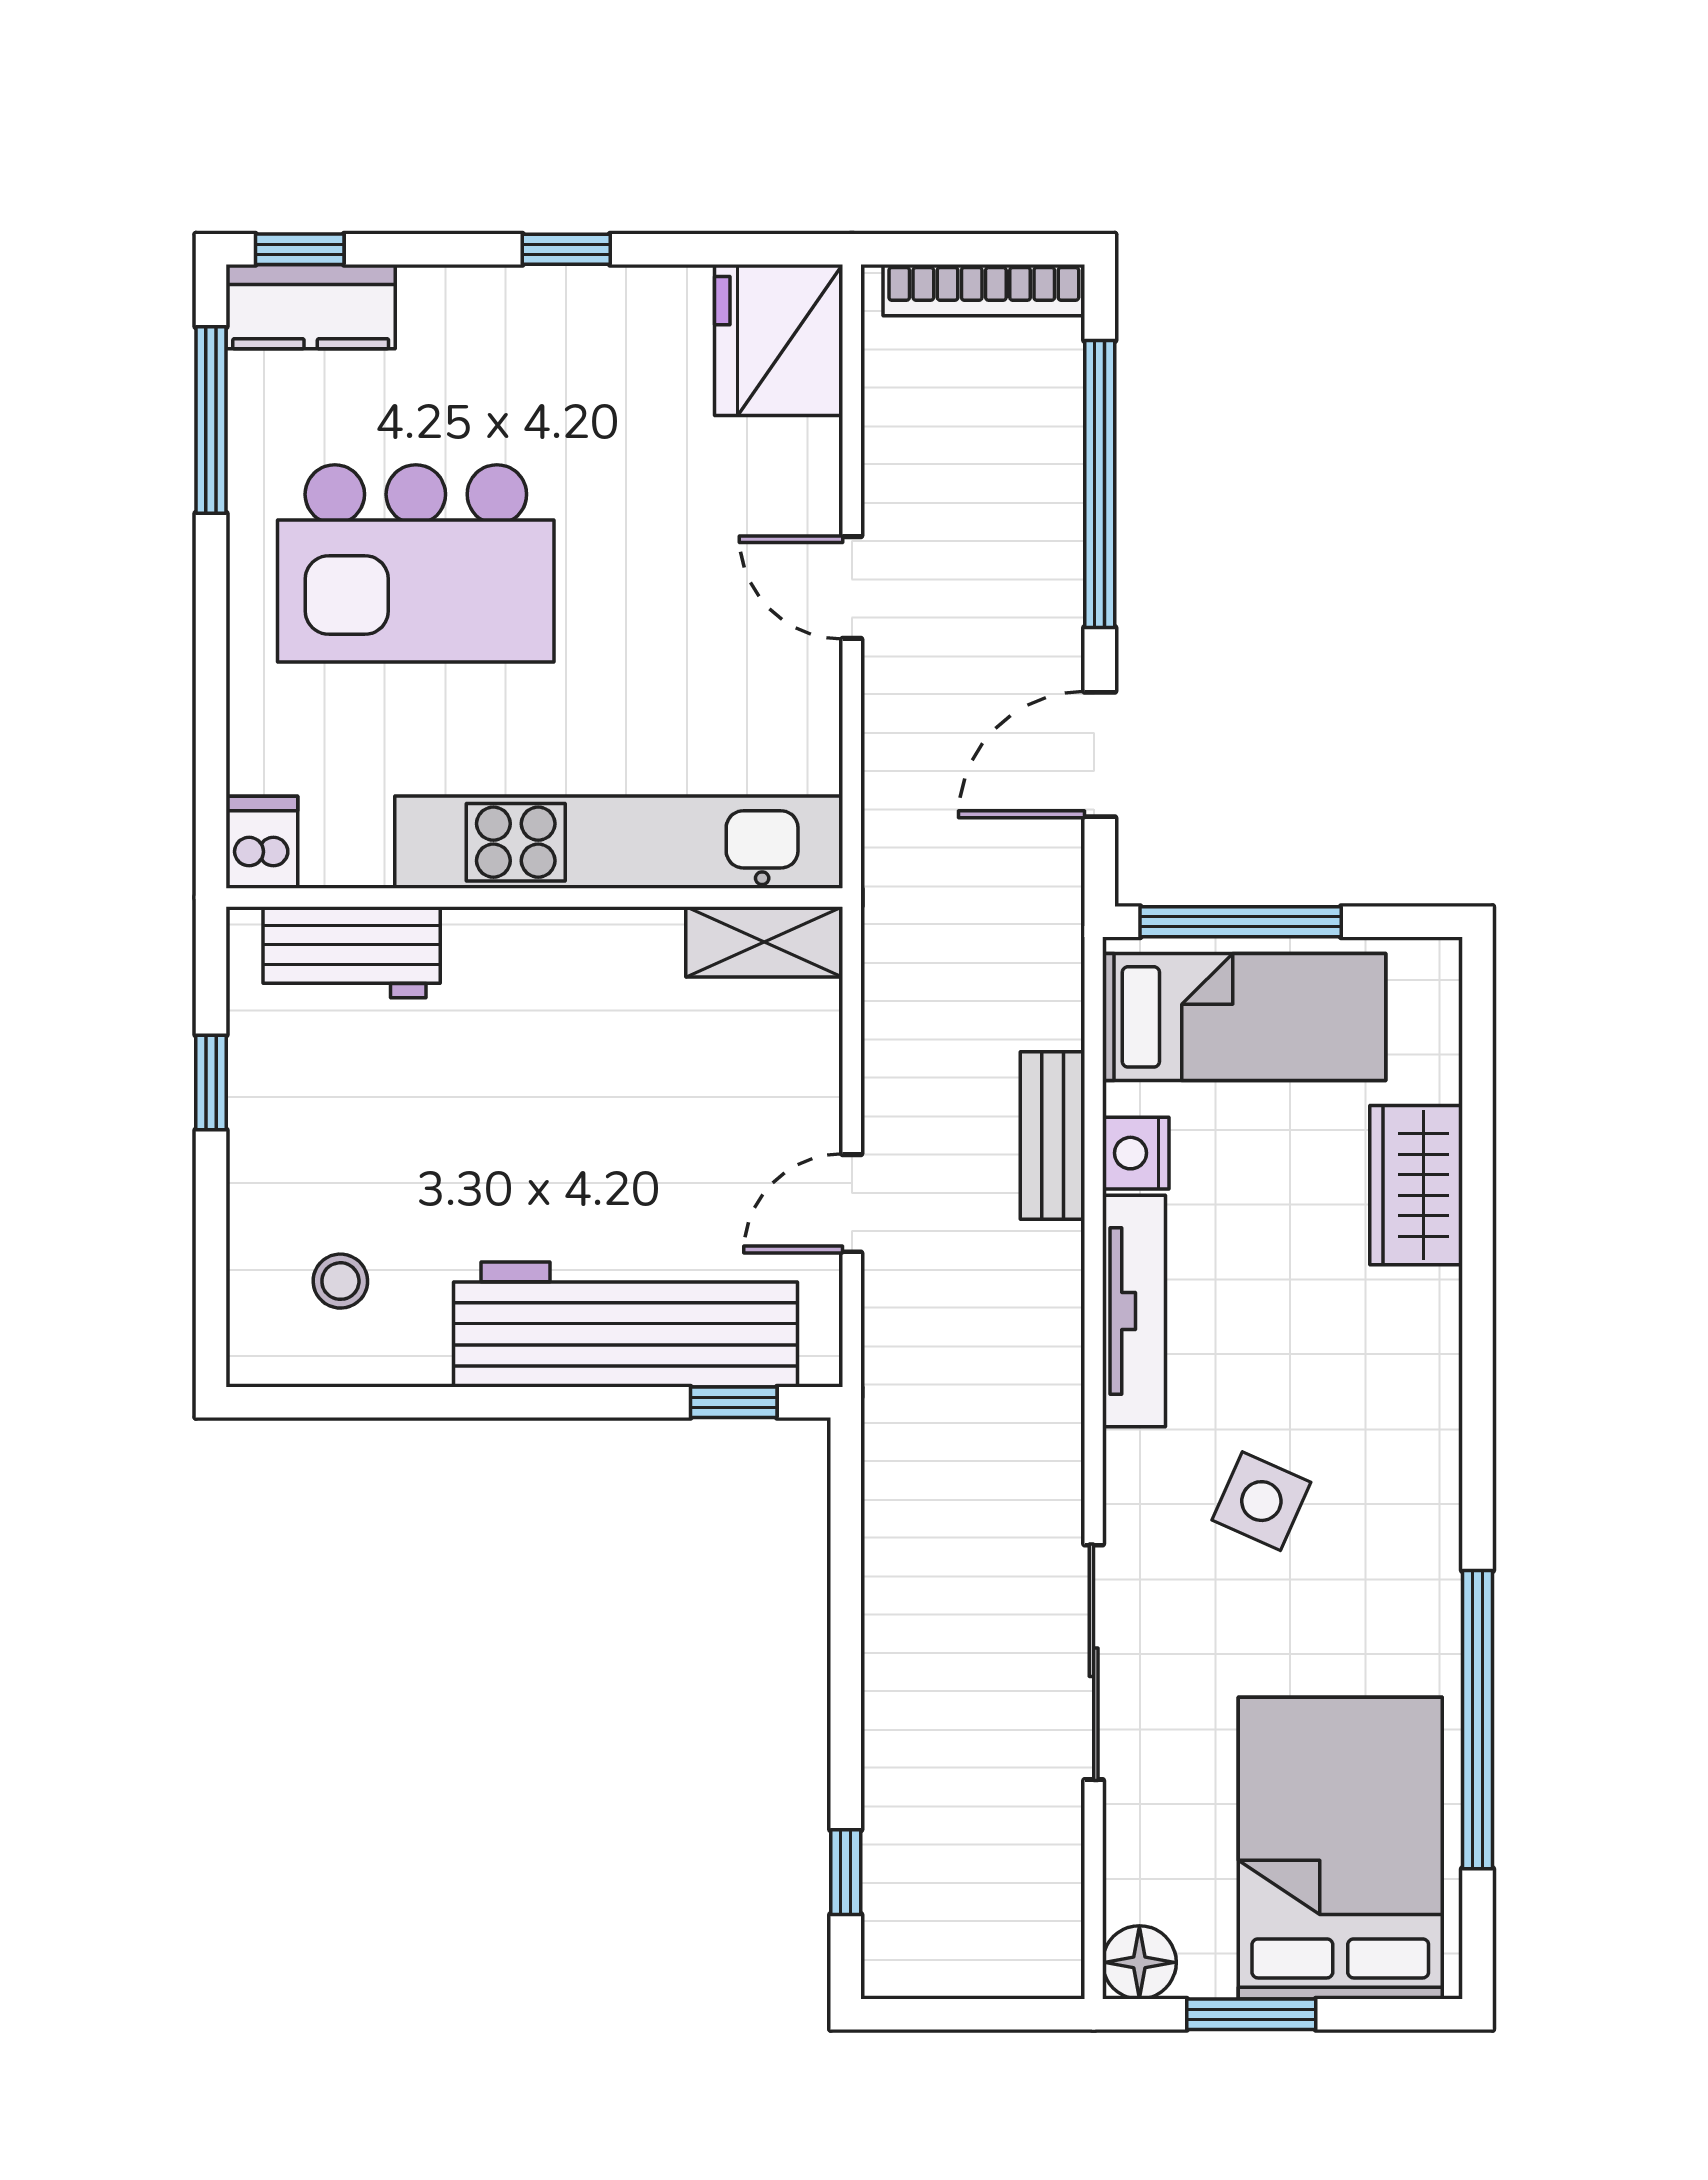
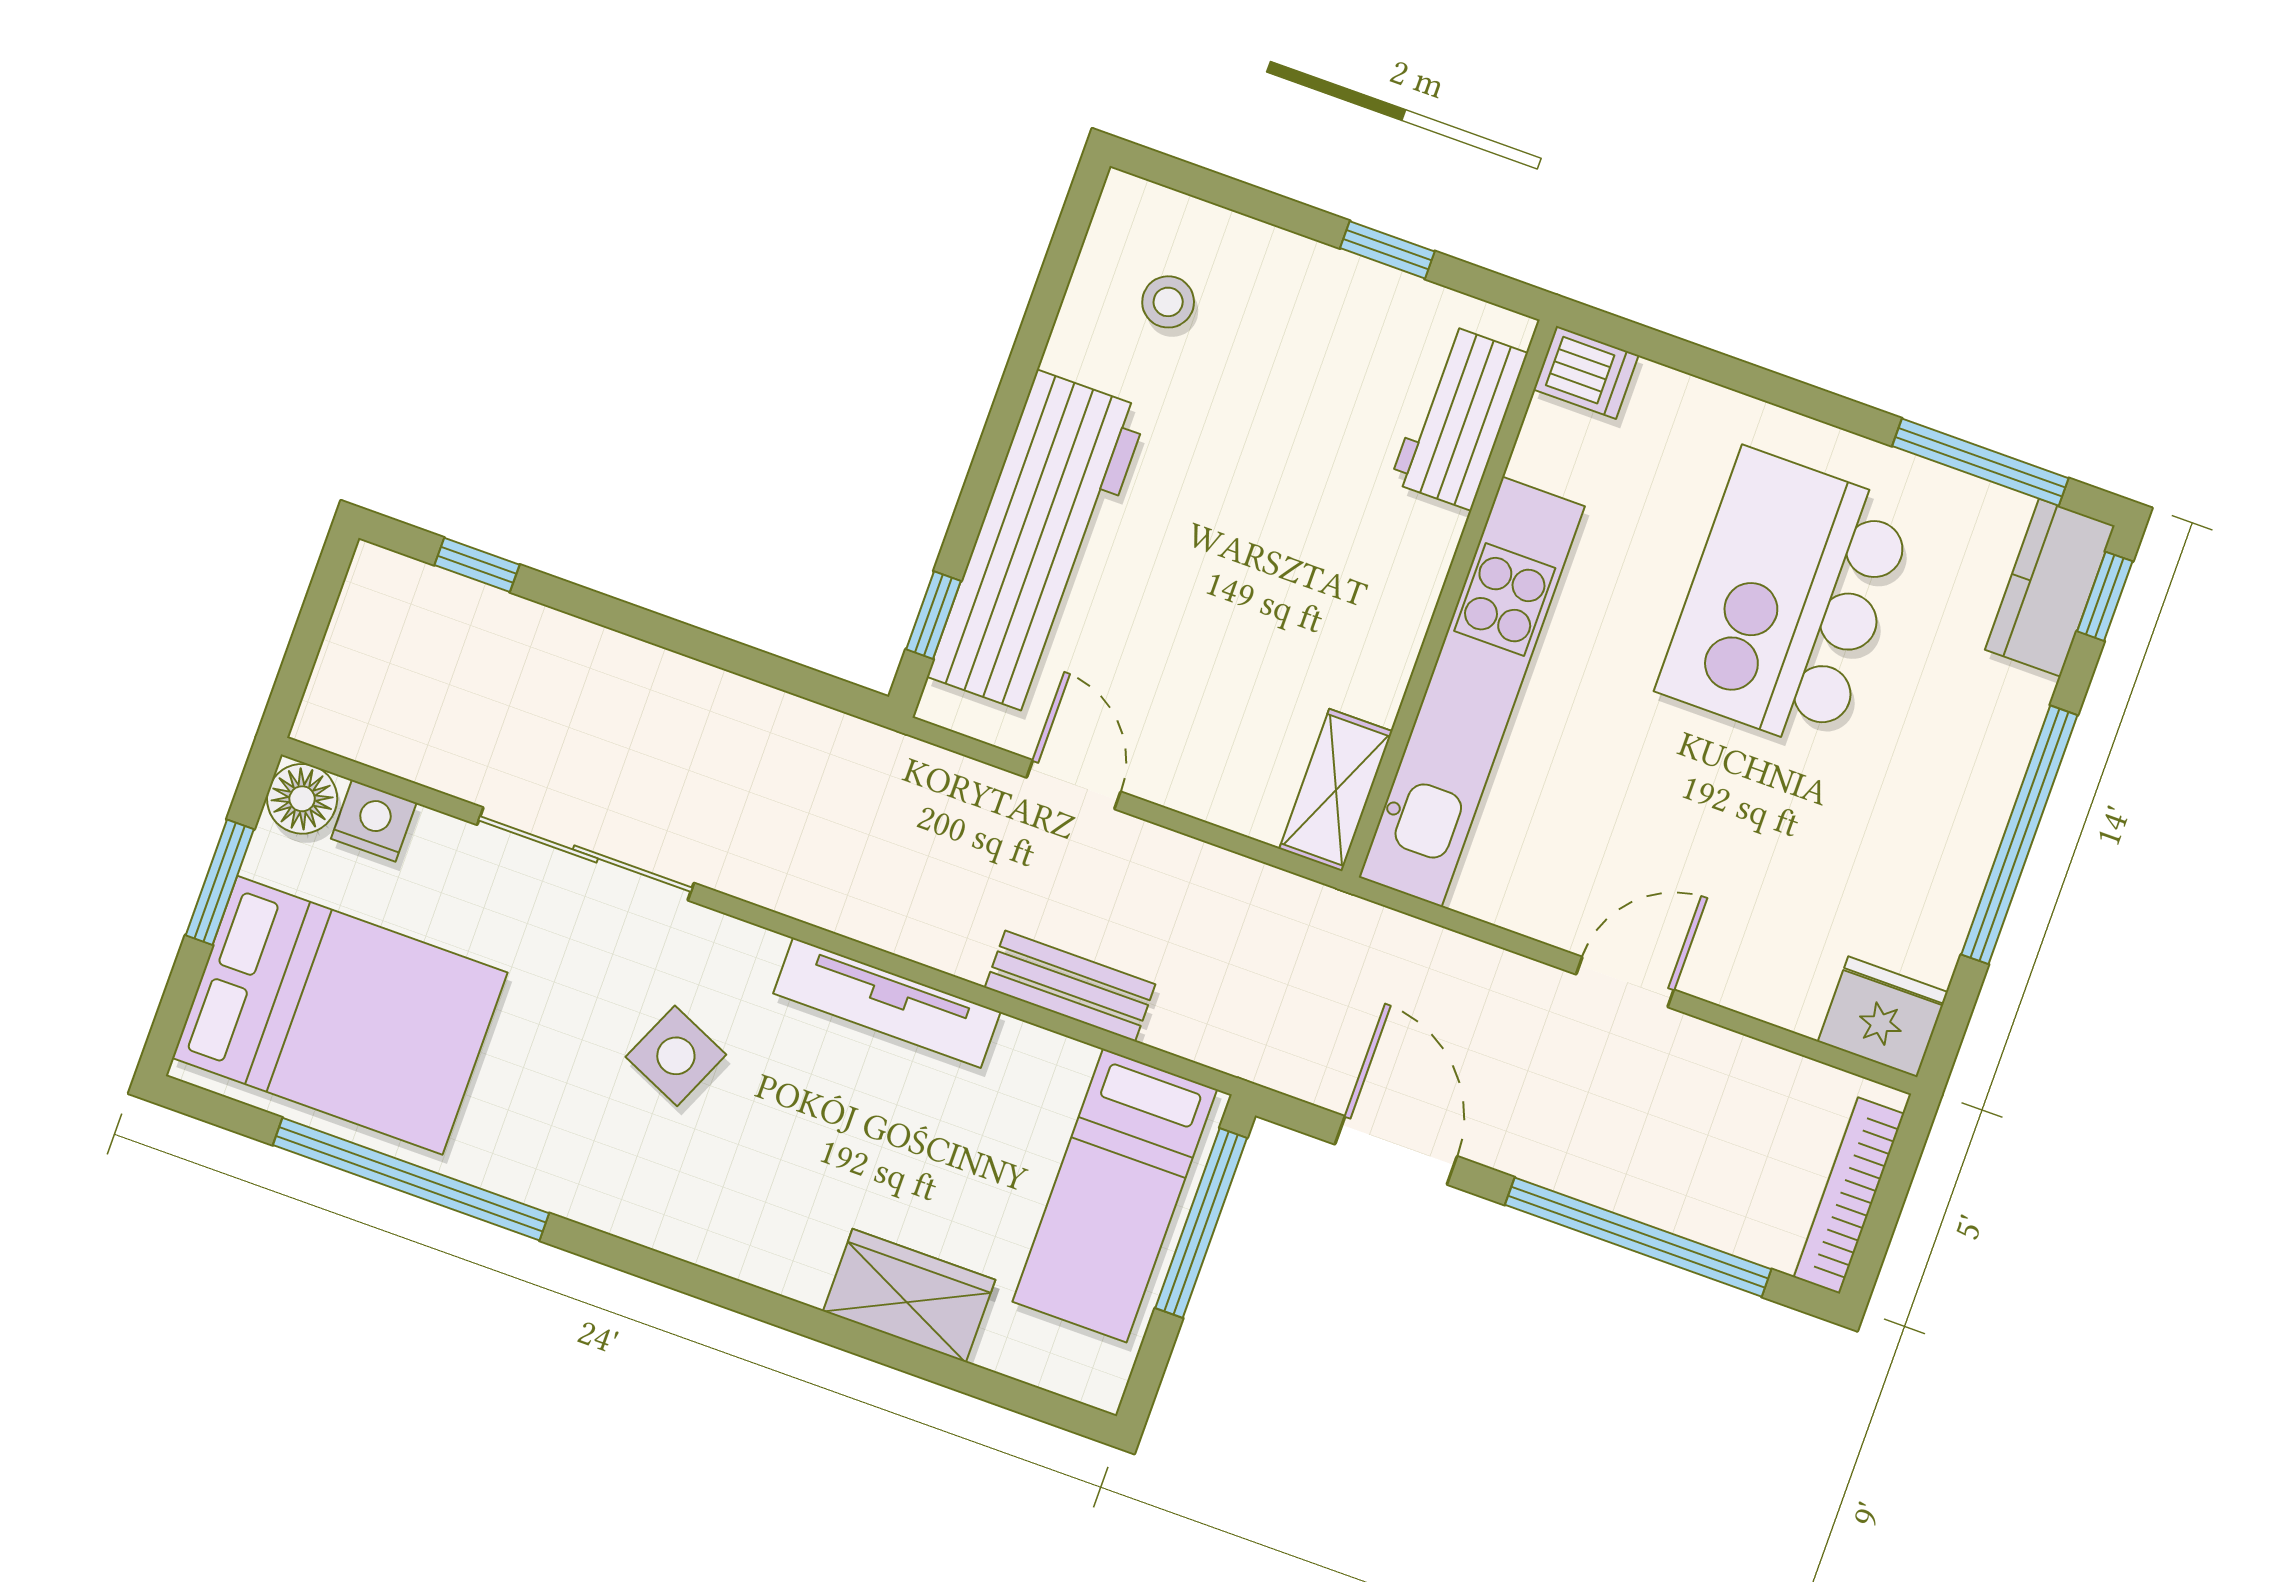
window: (566, 249) -> (2019, 835), width x3.17
fridge: (779, 340) -> (1883, 1017), width x0.73, depth x0.75
nightstand: (1136, 1153) -> (374, 821), moved

